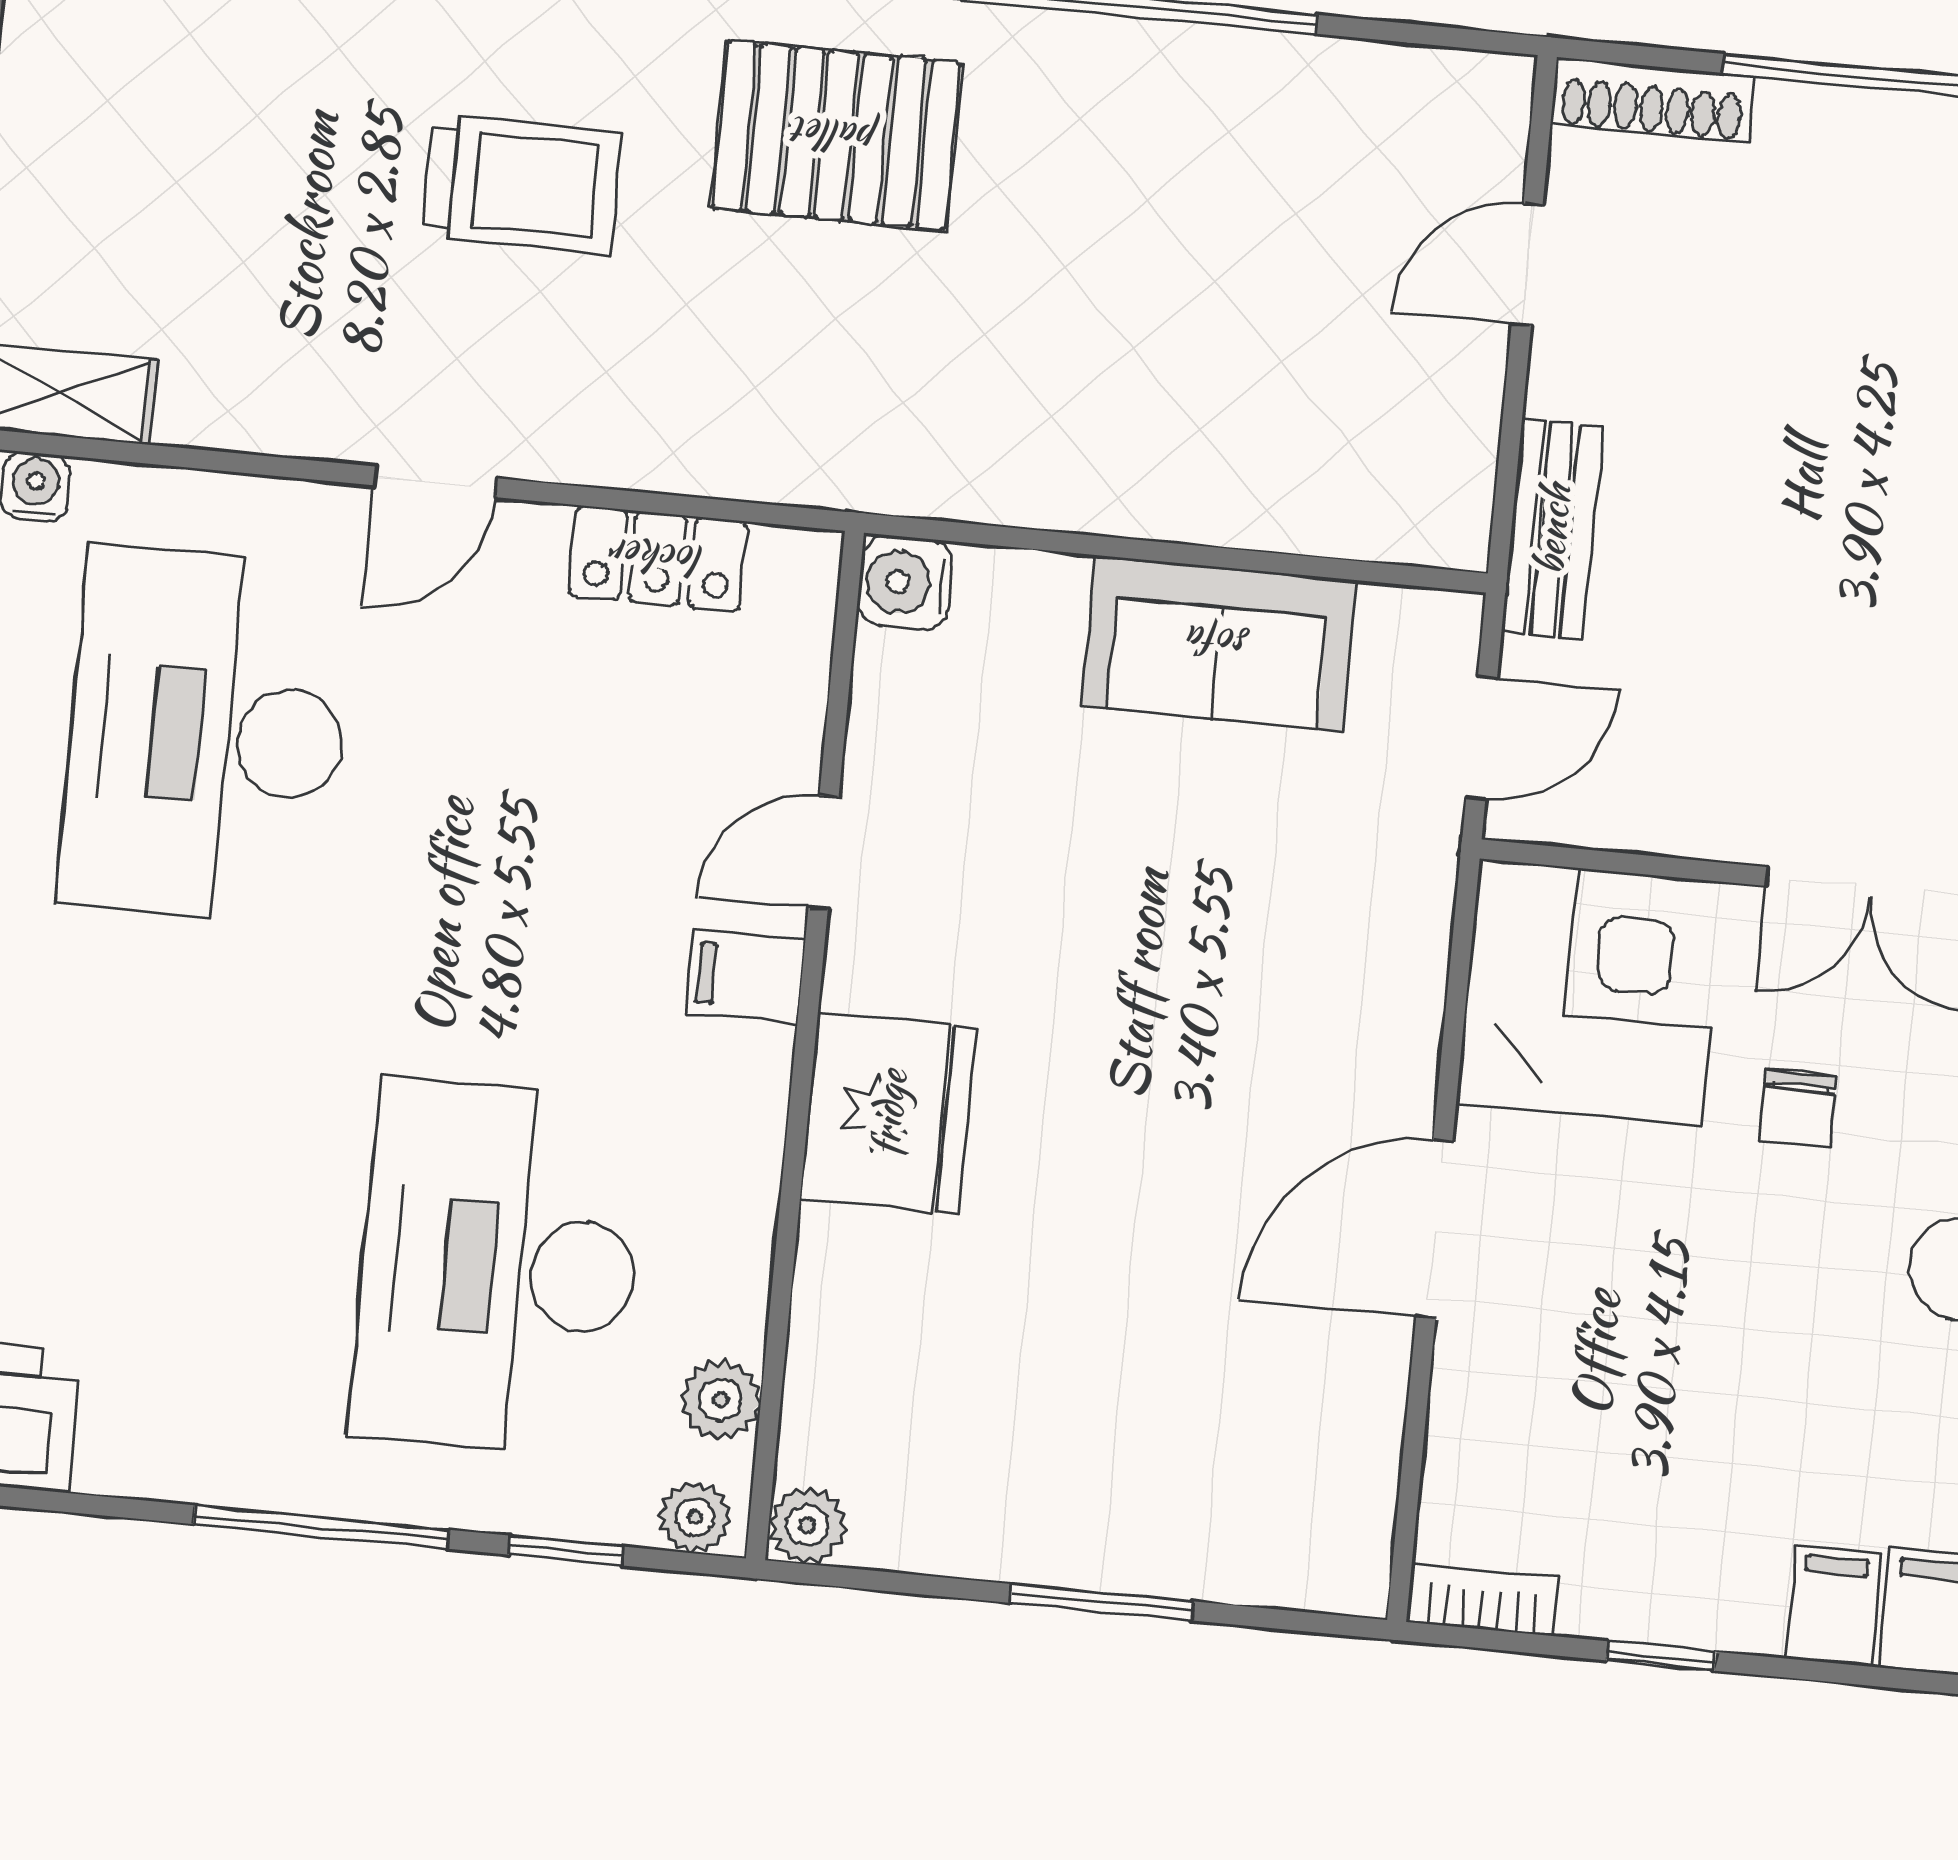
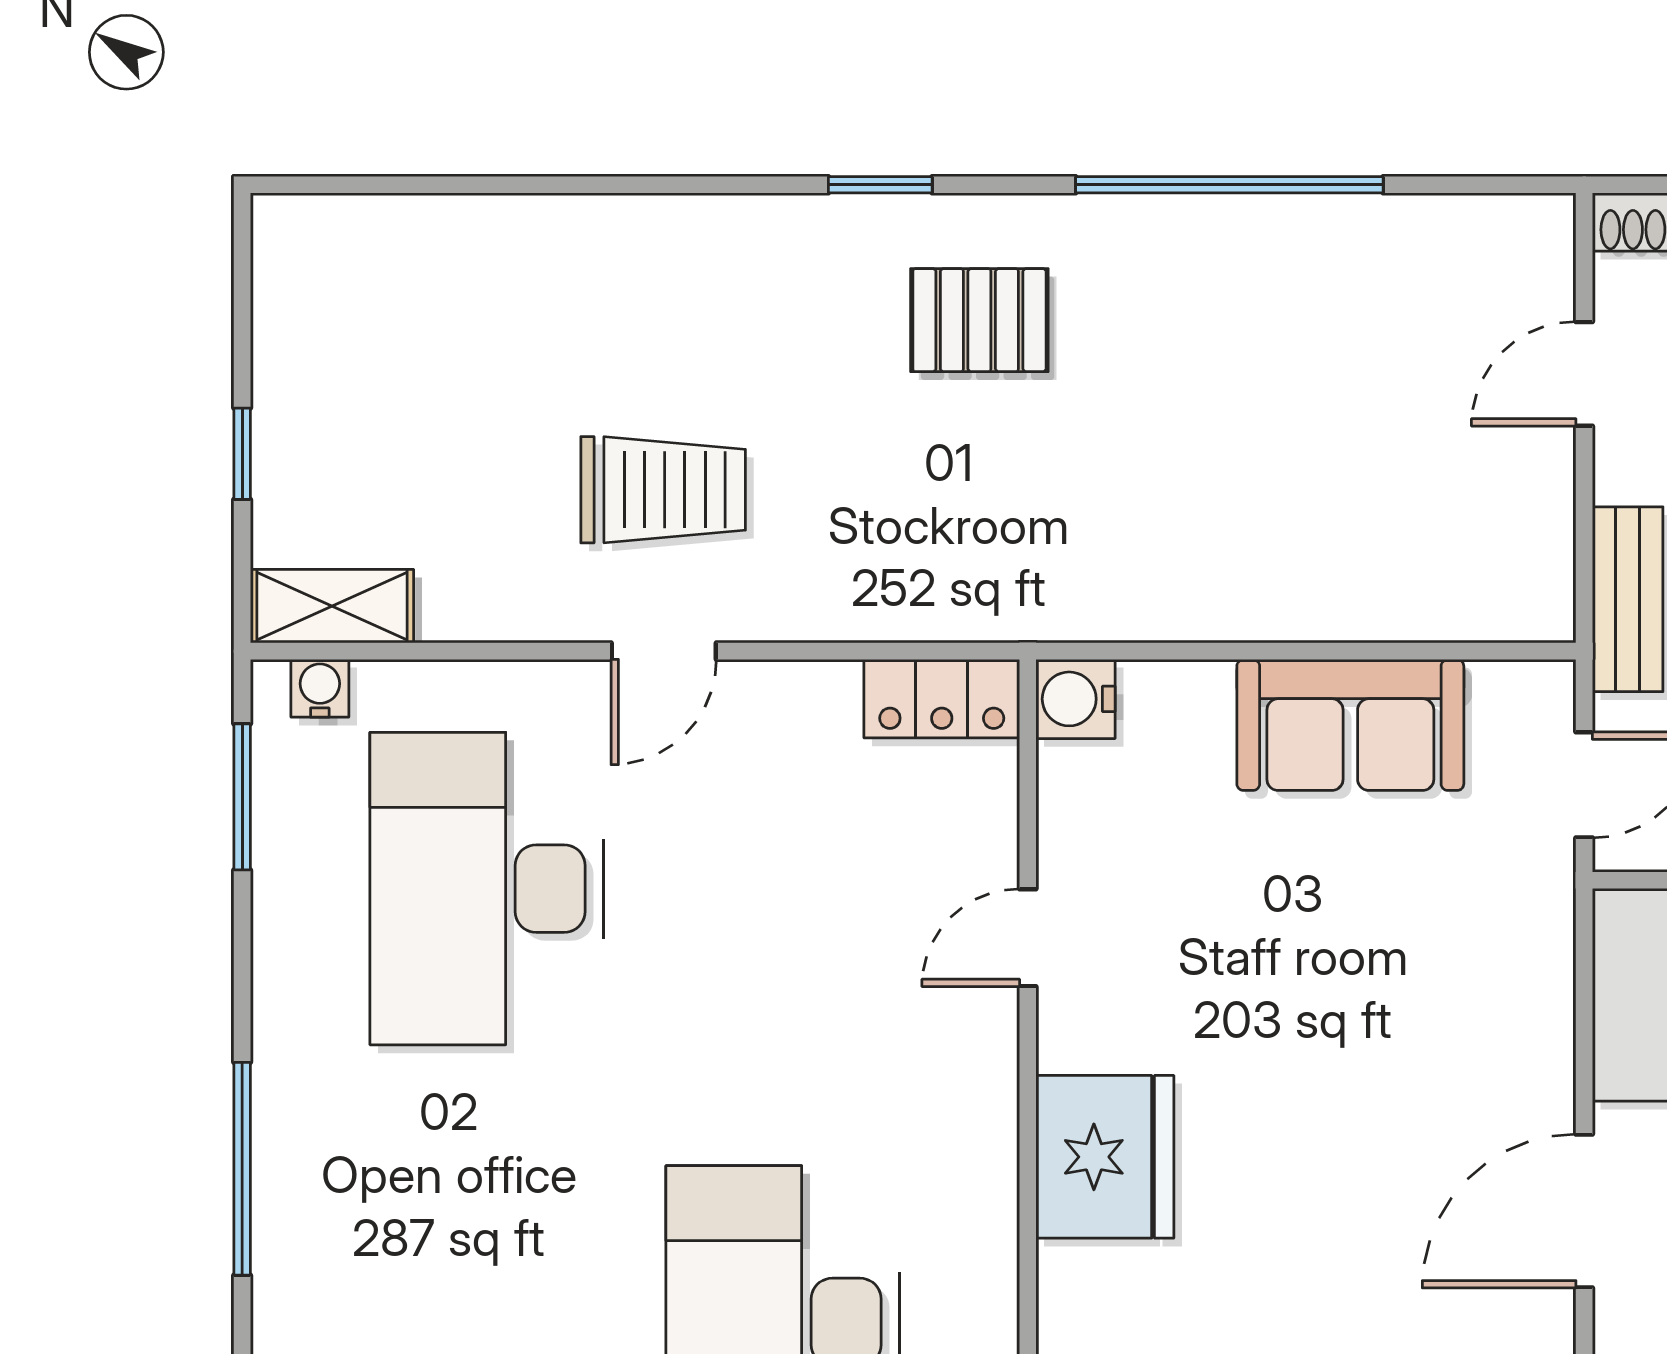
pallet: (836, 136) -> (979, 320), width x0.67, depth x0.71
trolley: (522, 184) -> (663, 490), moved
locker: (658, 558) -> (942, 699), moved
filing cabinet: (745, 977) -> (971, 1051), removed

